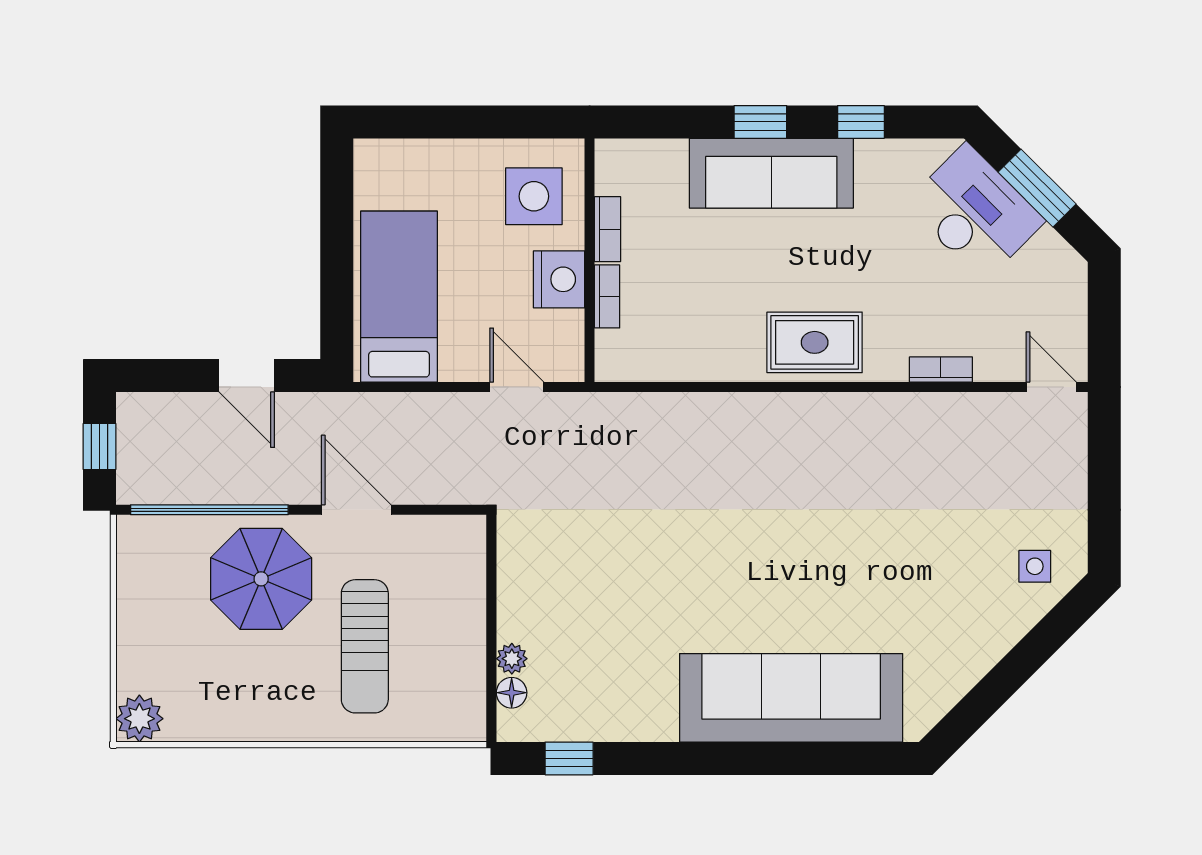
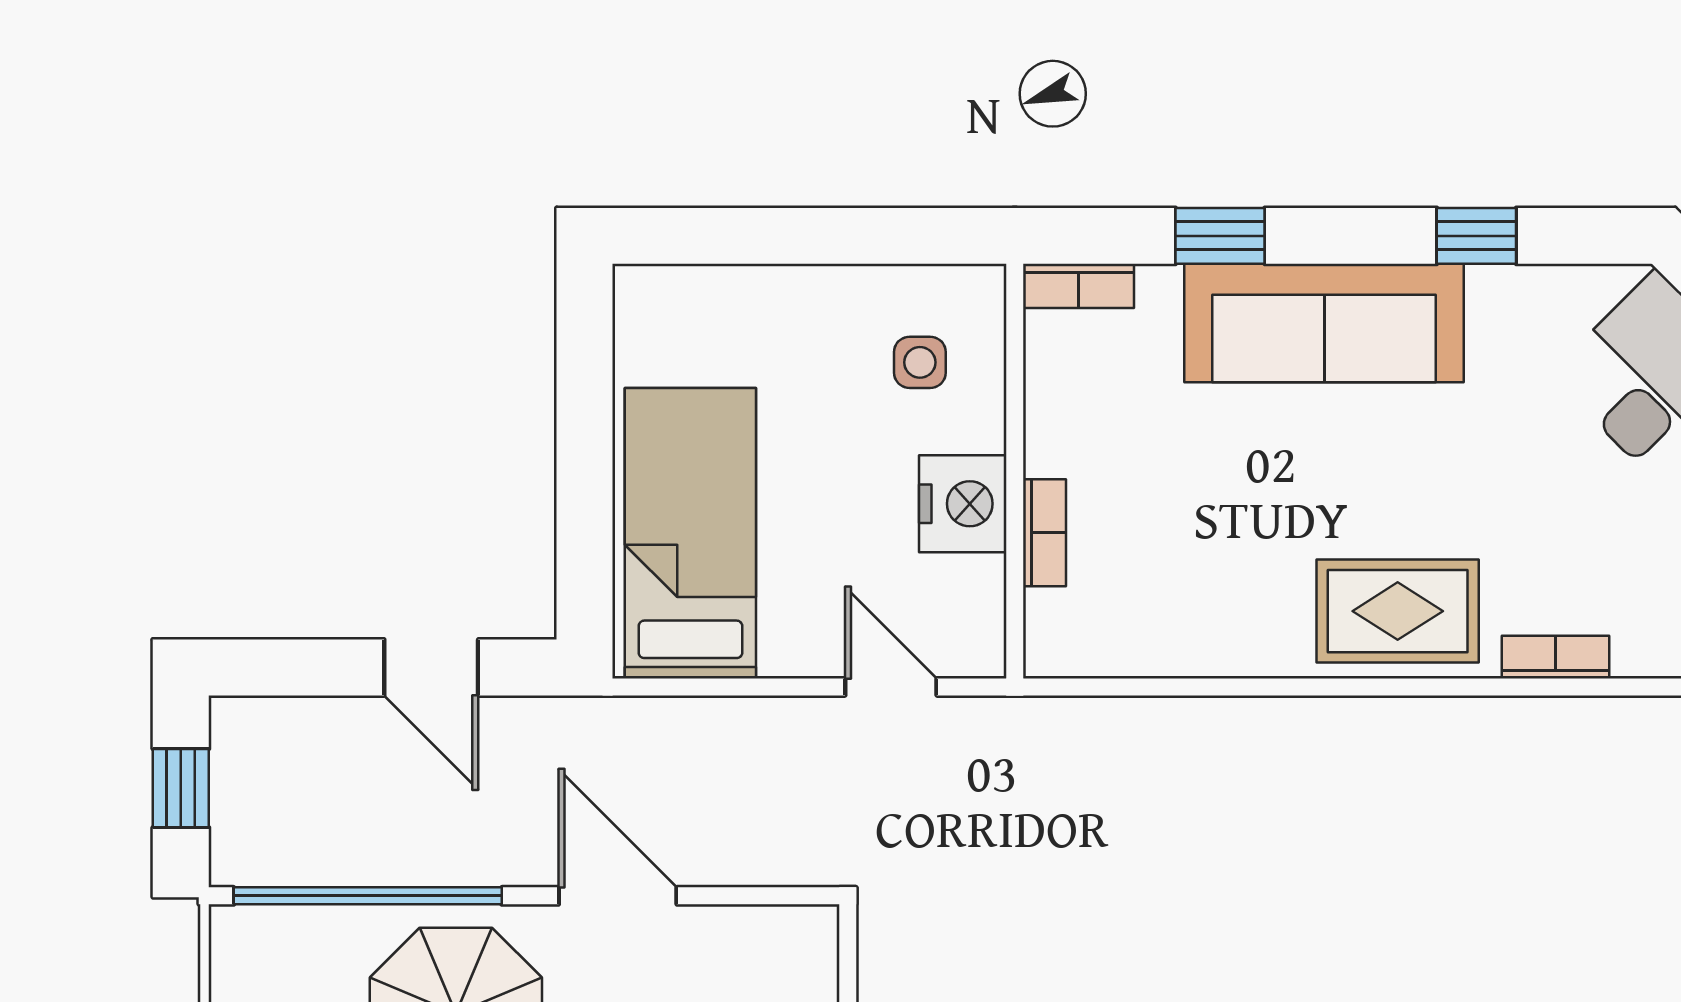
window: (760, 122) -> (1220, 236), moved
side table: (534, 196) -> (920, 362), width x0.54, depth x0.54
bookcase: (608, 229) -> (1079, 286), moved, turned 90
bookcase: (941, 369) -> (1556, 657), moved

